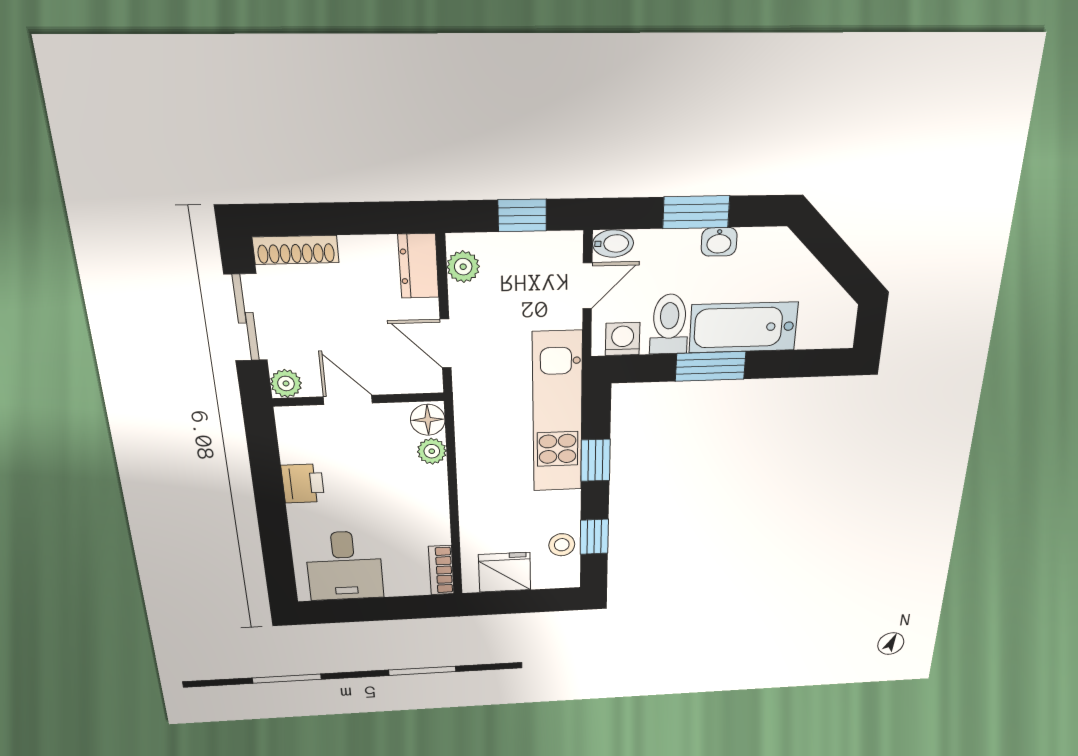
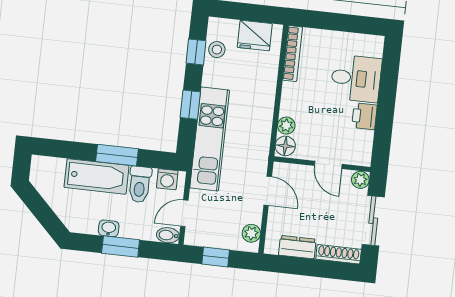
dresser: (418, 266) -> (297, 247), moved, turned -90
desk: (344, 566) -> (356, 78), moved, turned 90
bookcase: (441, 570) -> (293, 54), width x1.56

